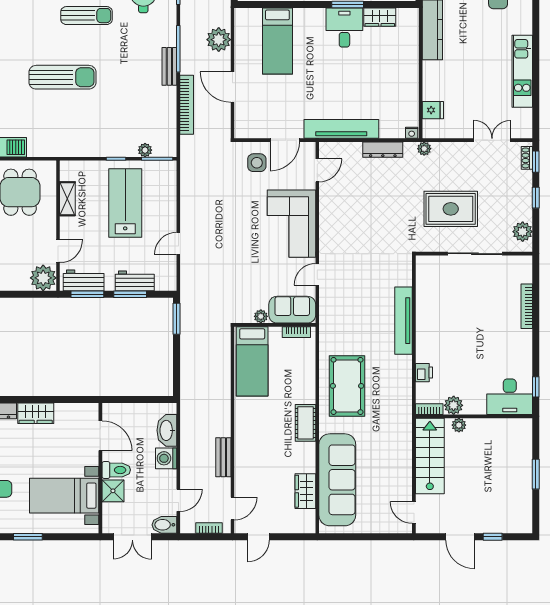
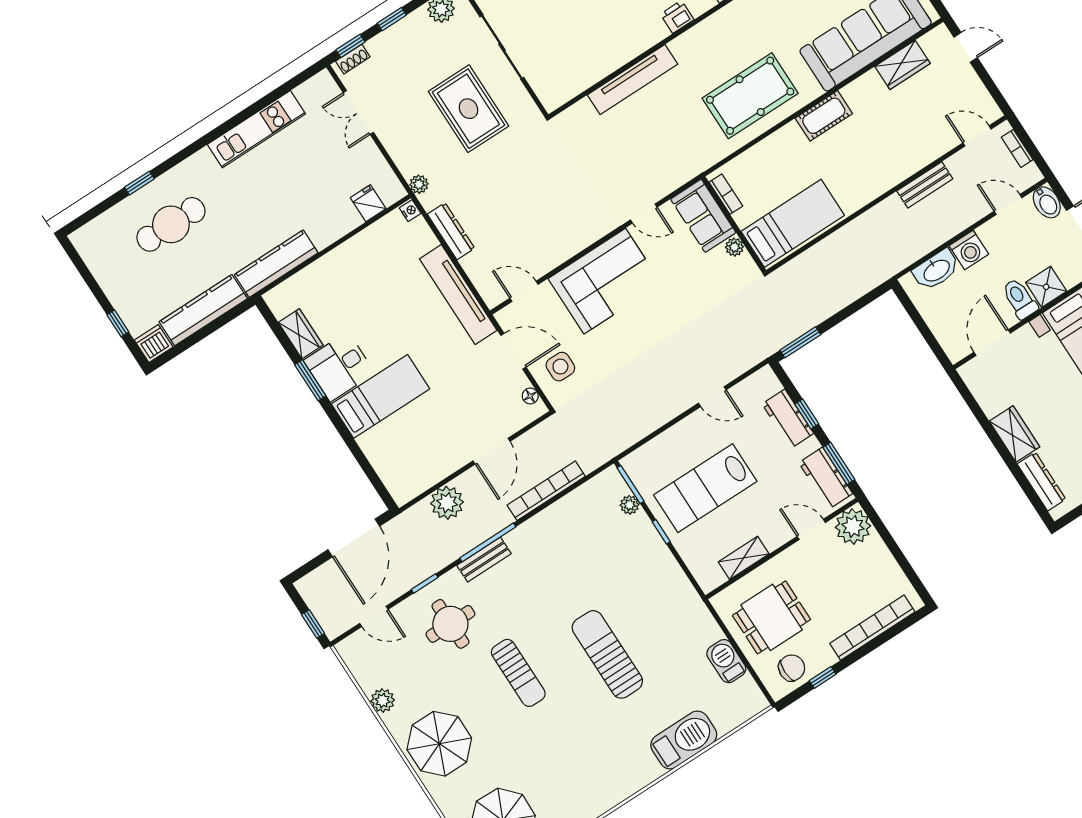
sun lounger: (87, 16) -> (518, 673), turned 180
bed: (277, 41) -> (381, 396), moved
bench: (169, 66) -> (484, 560), moved
floor lamp: (251, 133) -> (530, 396), added
window: (130, 294) -> (807, 414), width x0.67
door: (258, 537) -> (966, 47), moved

